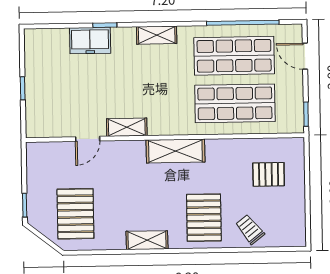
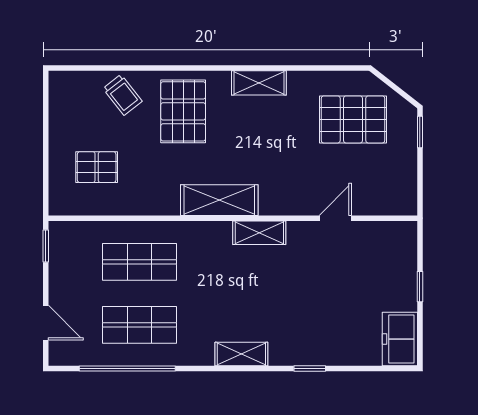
freezer: (90, 40) -> (400, 339), moved, turned -90
shop shelf: (234, 56) -> (140, 325), width x0.70, depth x0.74
shop shelf: (235, 103) -> (140, 262), width x0.70, depth x0.74
shelving: (127, 127) -> (259, 233), moved
pallet: (75, 214) -> (353, 119), turned 90

